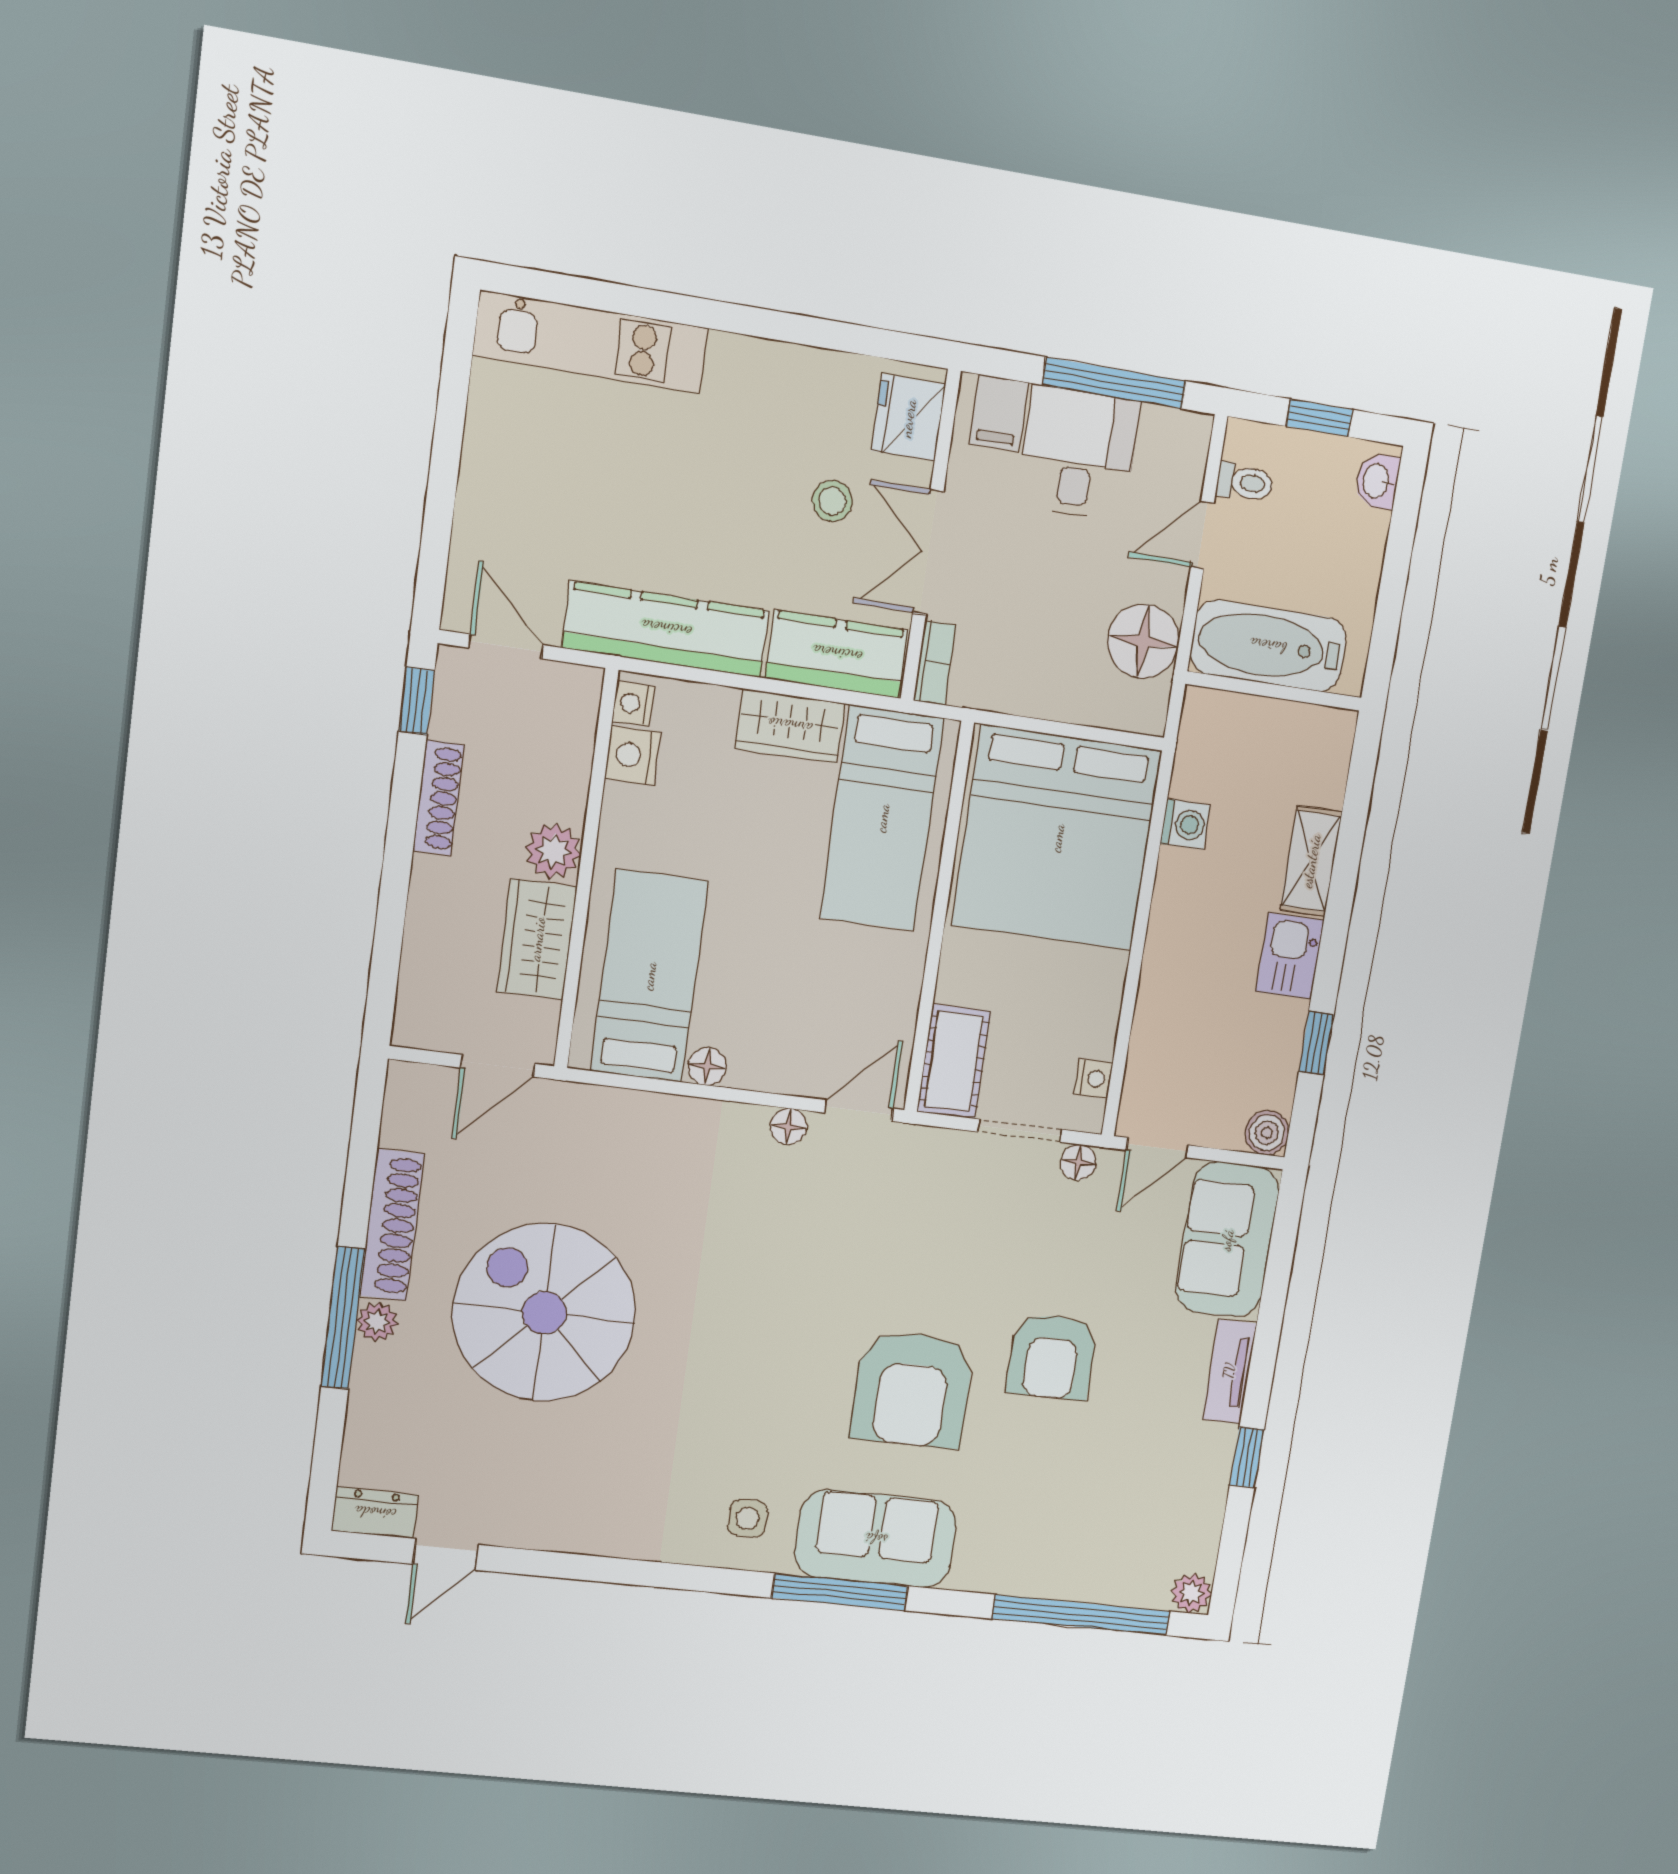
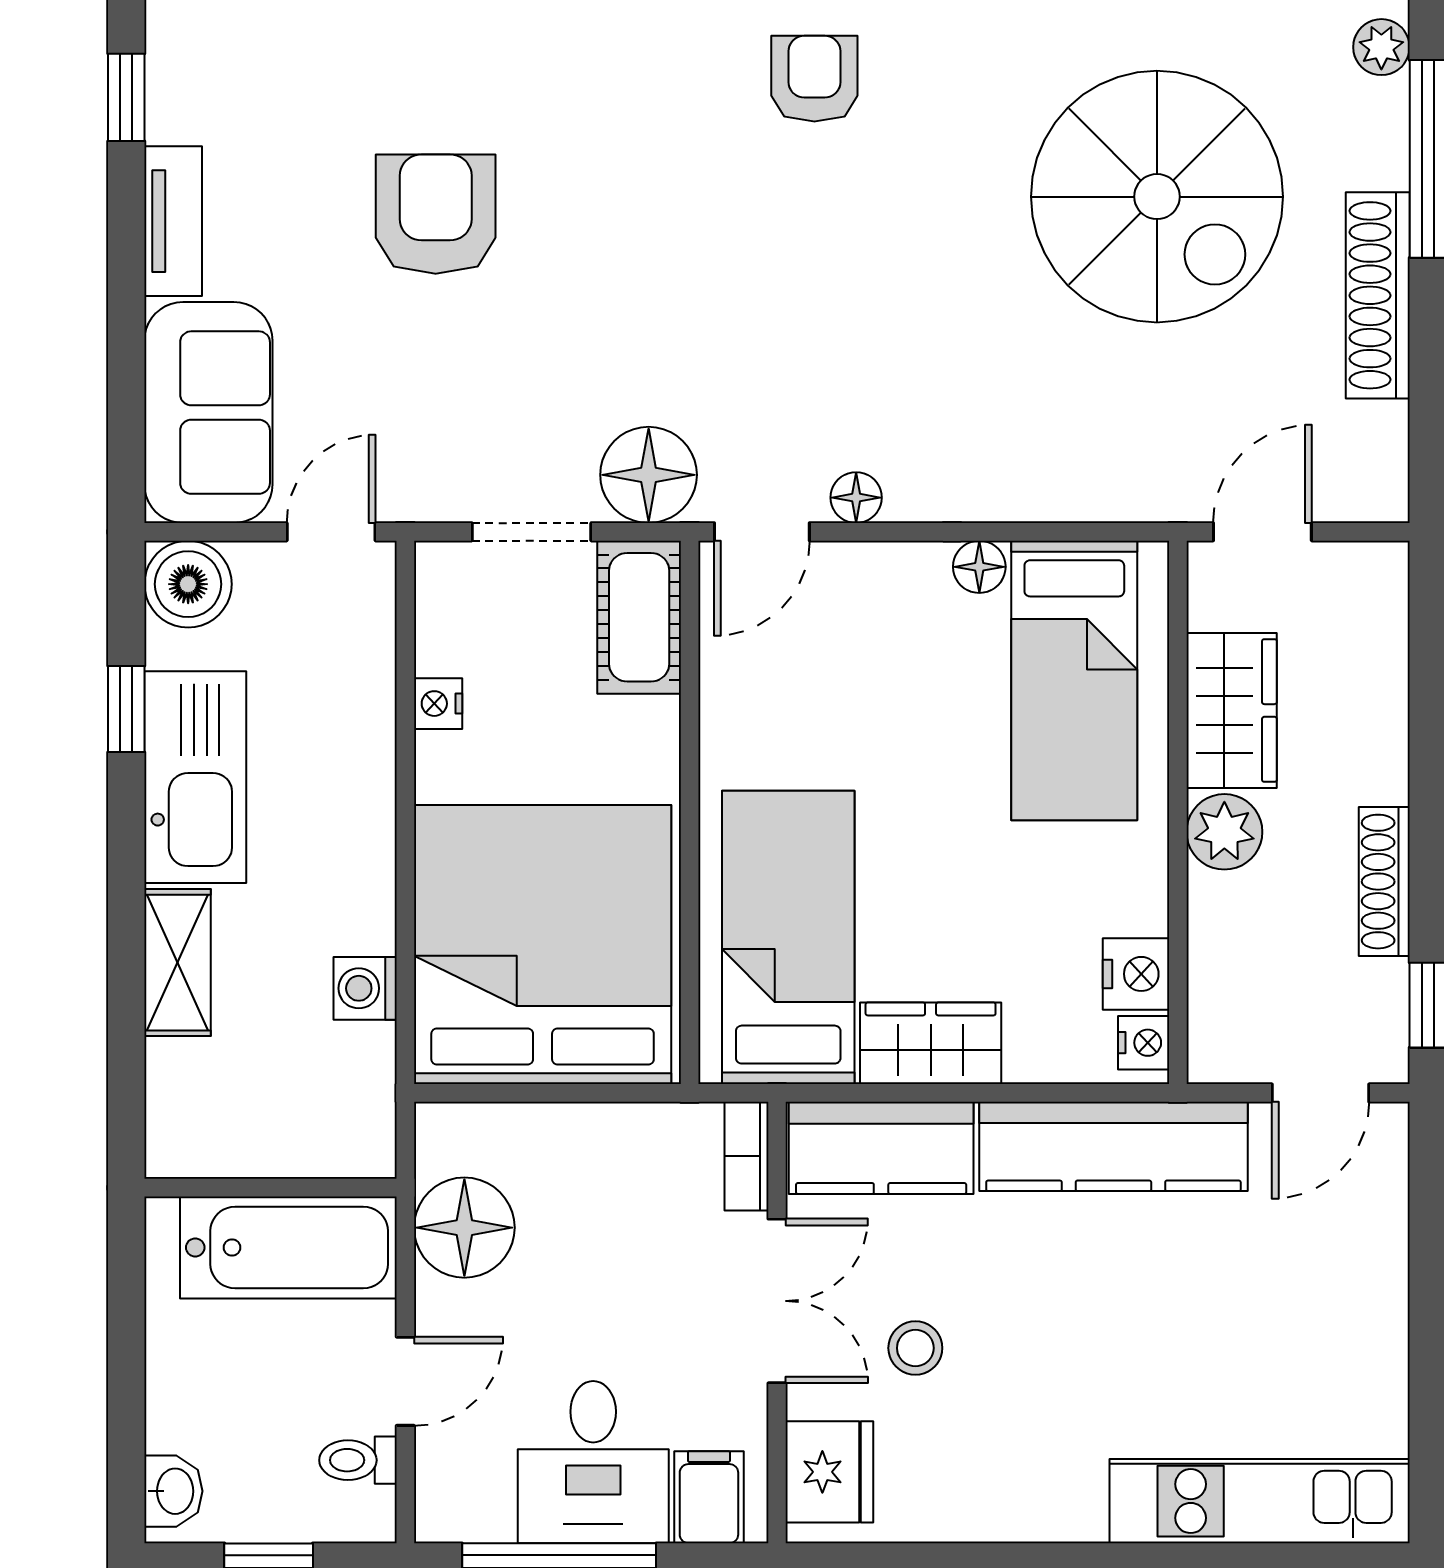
door: (506, 646) -> (1321, 1093), hinge flipped
kitchen sink: (1290, 956) -> (195, 777), width x1.88, depth x1.24
nightstand: (1094, 1079) -> (438, 704), moved
boiler: (1267, 1133) -> (188, 584), width x1.36, depth x1.36
floor lamp: (1078, 1162) -> (649, 475), moved, width x1.89, depth x1.89
plant: (377, 1322) -> (1381, 47), moved
armchair: (912, 1389) -> (814, 79), moved, width x0.53, depth x0.53

